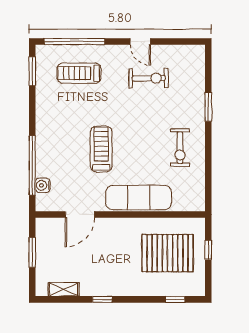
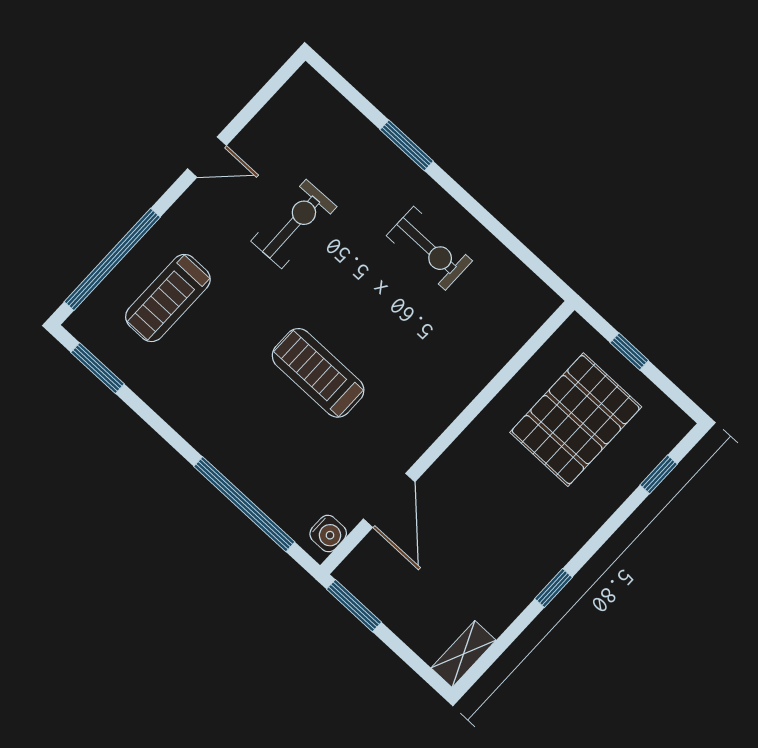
exercise bike: (149, 78) -> (294, 224), moved
water cooler: (43, 185) -> (328, 534), moved, turned -90
exercise mat: (139, 198) -> (447, 385), removed
window: (32, 252) -> (354, 606), moved
shelving: (64, 289) -> (464, 654), moved

